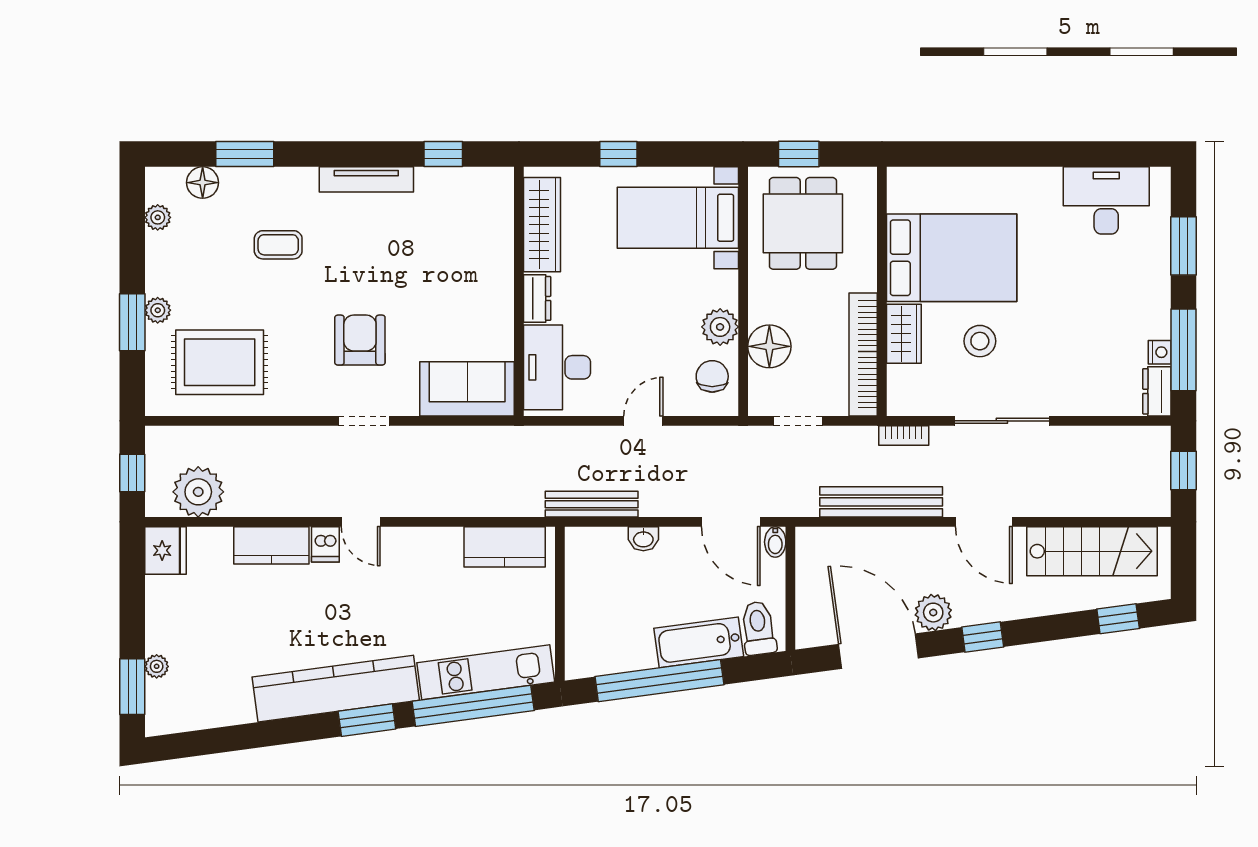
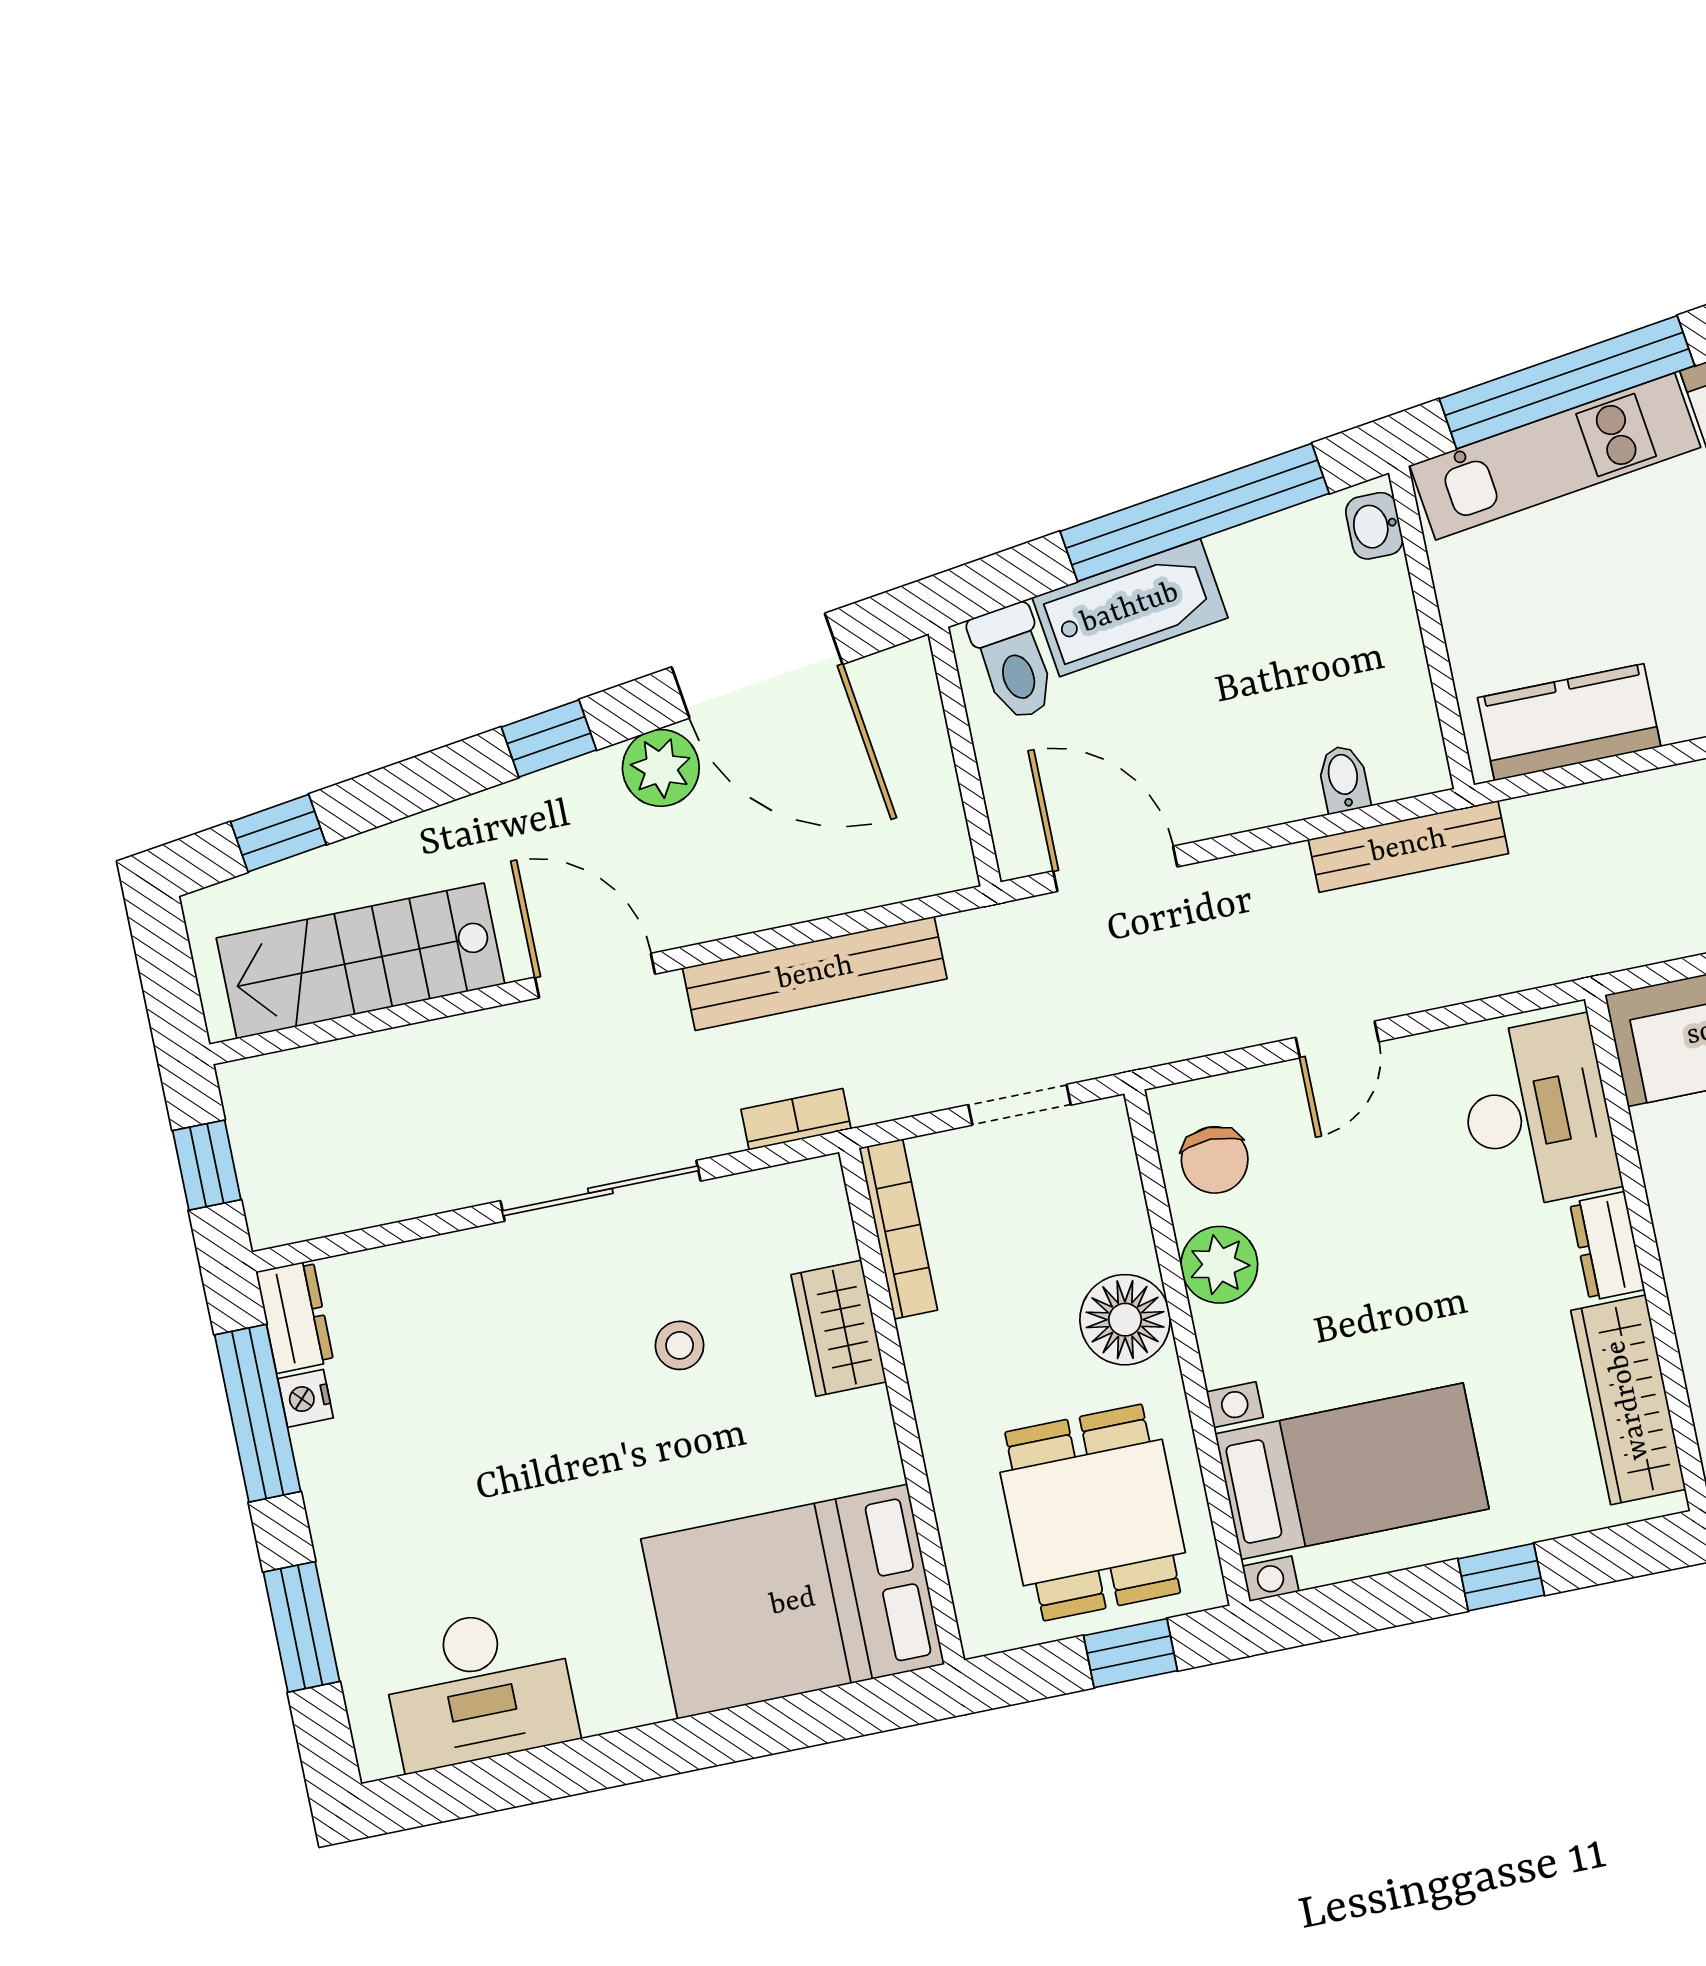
bed: (952, 258) -> (793, 1602), moved
stool: (980, 341) -> (680, 1345), width x0.73, depth x0.73
floor lamp: (769, 346) -> (1125, 1320), moved
bookcase: (863, 354) -> (898, 1229), width x0.68, depth x0.76
washbasin: (643, 539) -> (1374, 526), moved, turned -90
bidet: (775, 542) -> (1344, 779), moved

